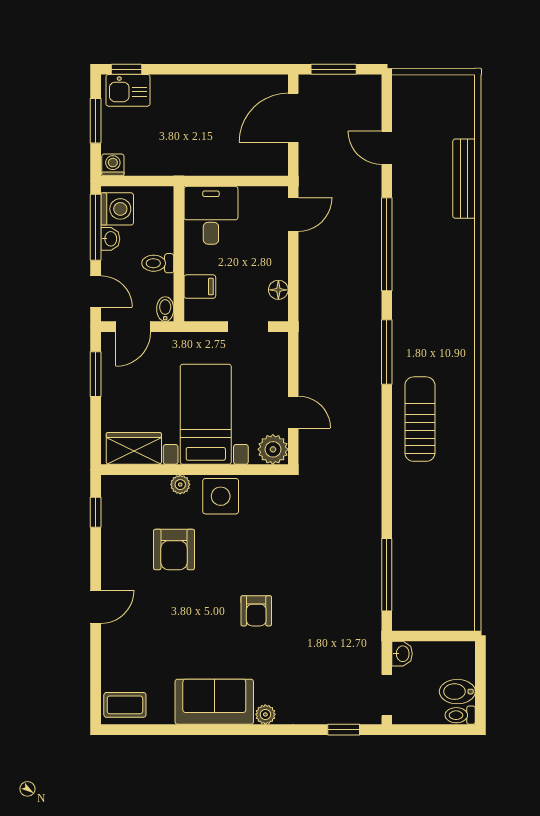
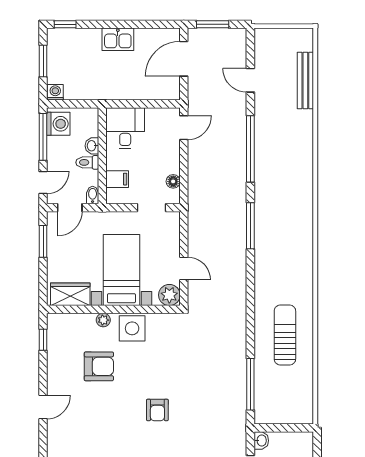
kitchen sink: (128, 90) -> (118, 39), moved
bench: (464, 179) -> (305, 81), moved
washbasin: (110, 239) -> (92, 146), moved, turned 180
door: (96, 291) -> (43, 183), hinge flipped
sun lounger: (420, 419) -> (285, 335), moved
armchair: (174, 550) -> (99, 366), turned -90

